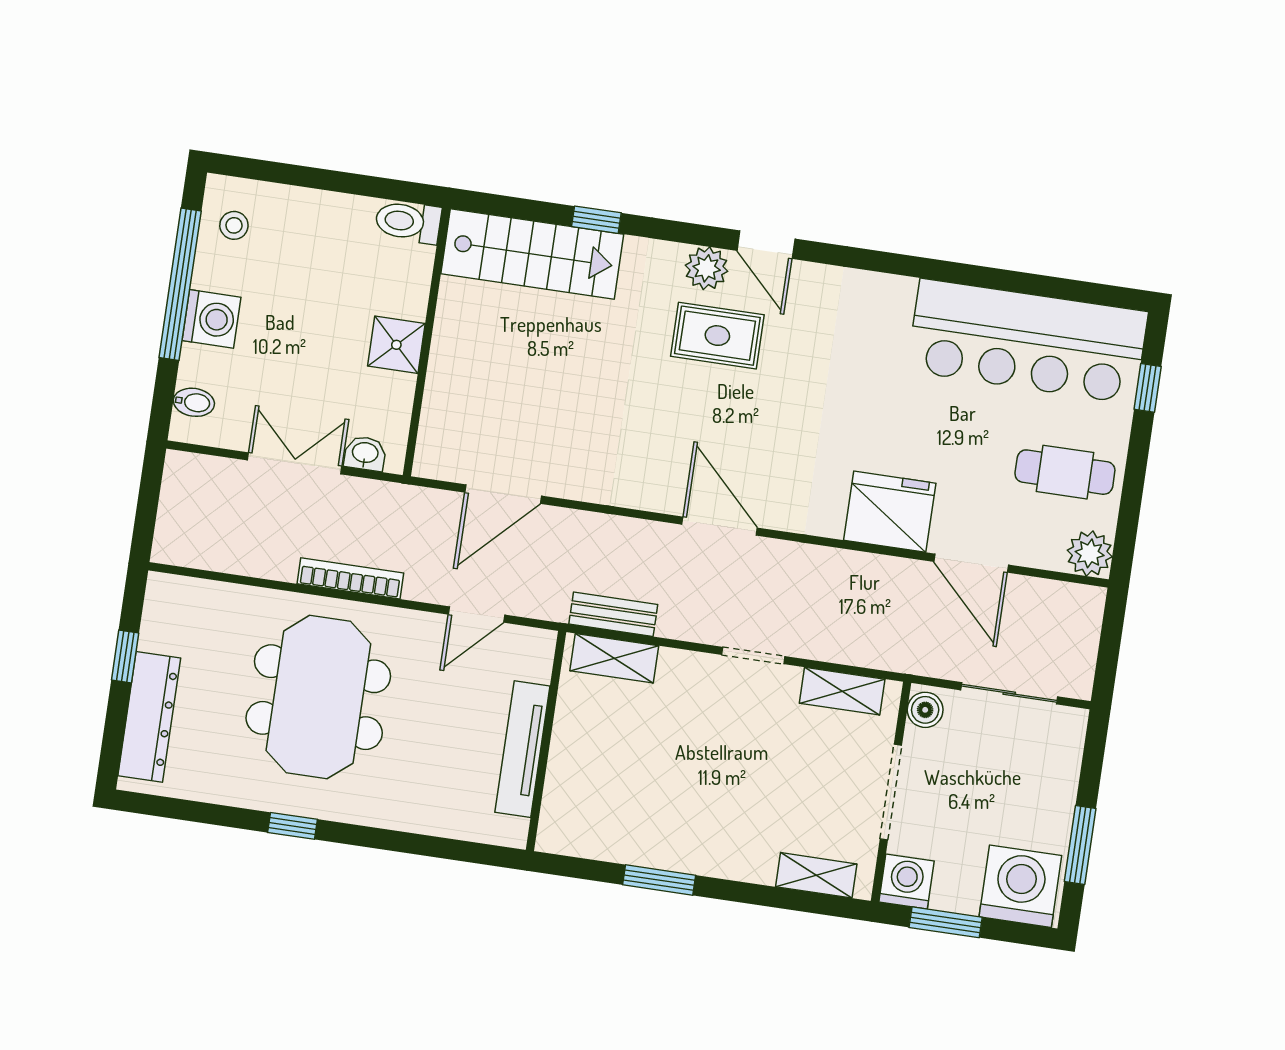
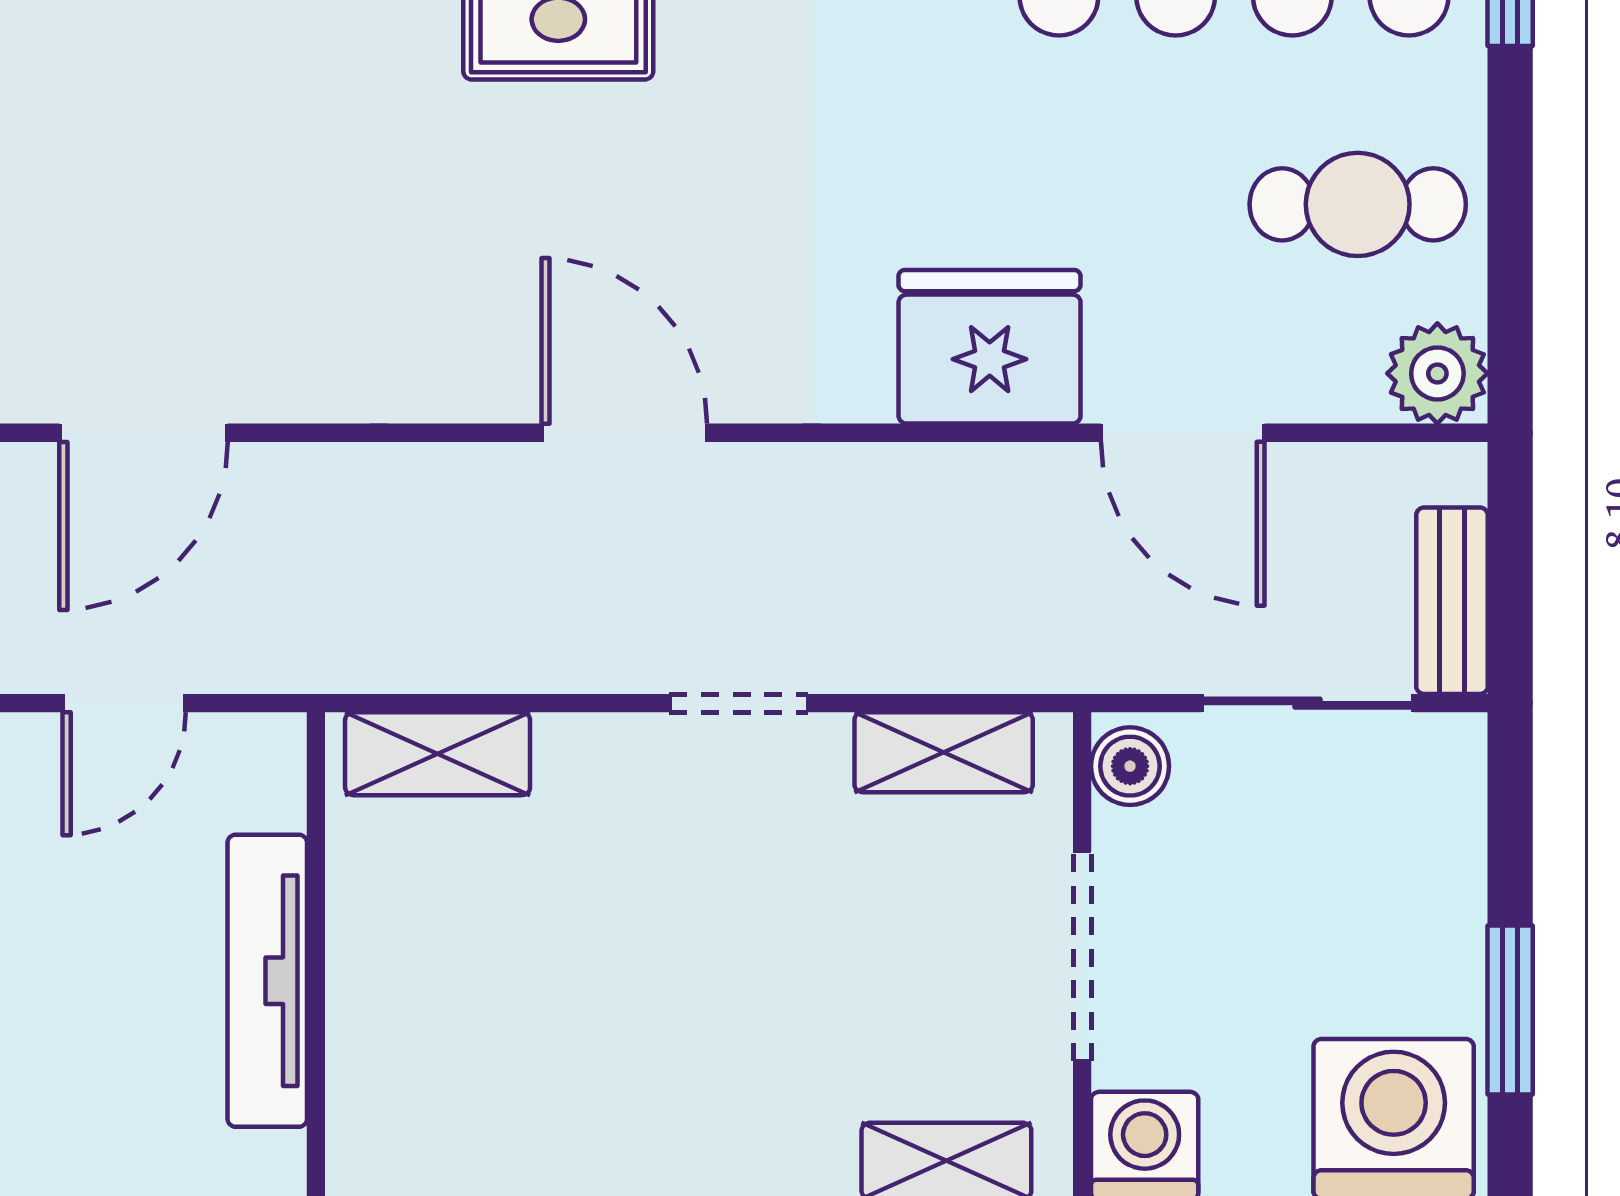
bench: (613, 614) -> (1452, 601), moved, turned 90

